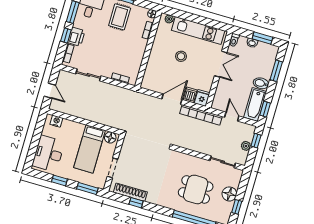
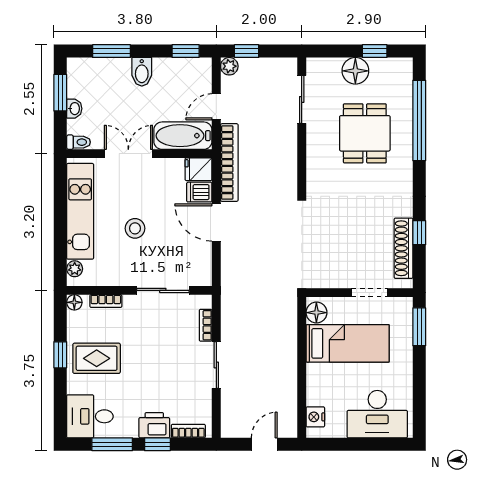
sliding door: (145, 61) -> (163, 290), added
sliding door: (88, 75) -> (216, 365), moved
bathtub: (255, 104) -> (183, 136), moved, turned 180
plant: (246, 146) -> (229, 66), moved
window: (59, 180) -> (419, 381), removed

